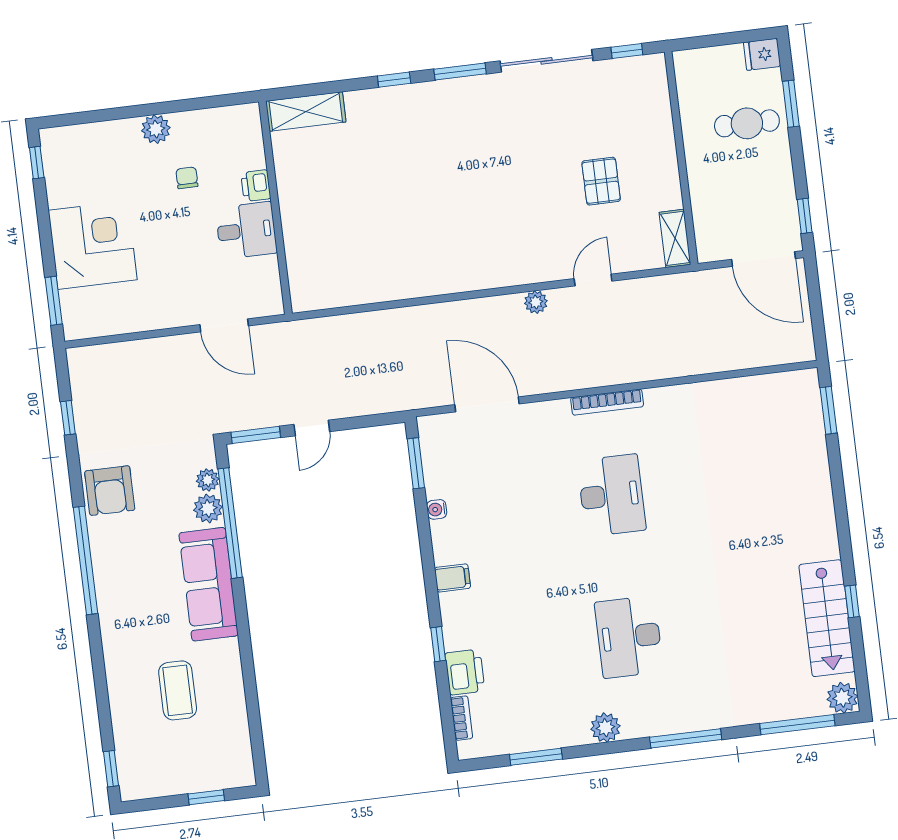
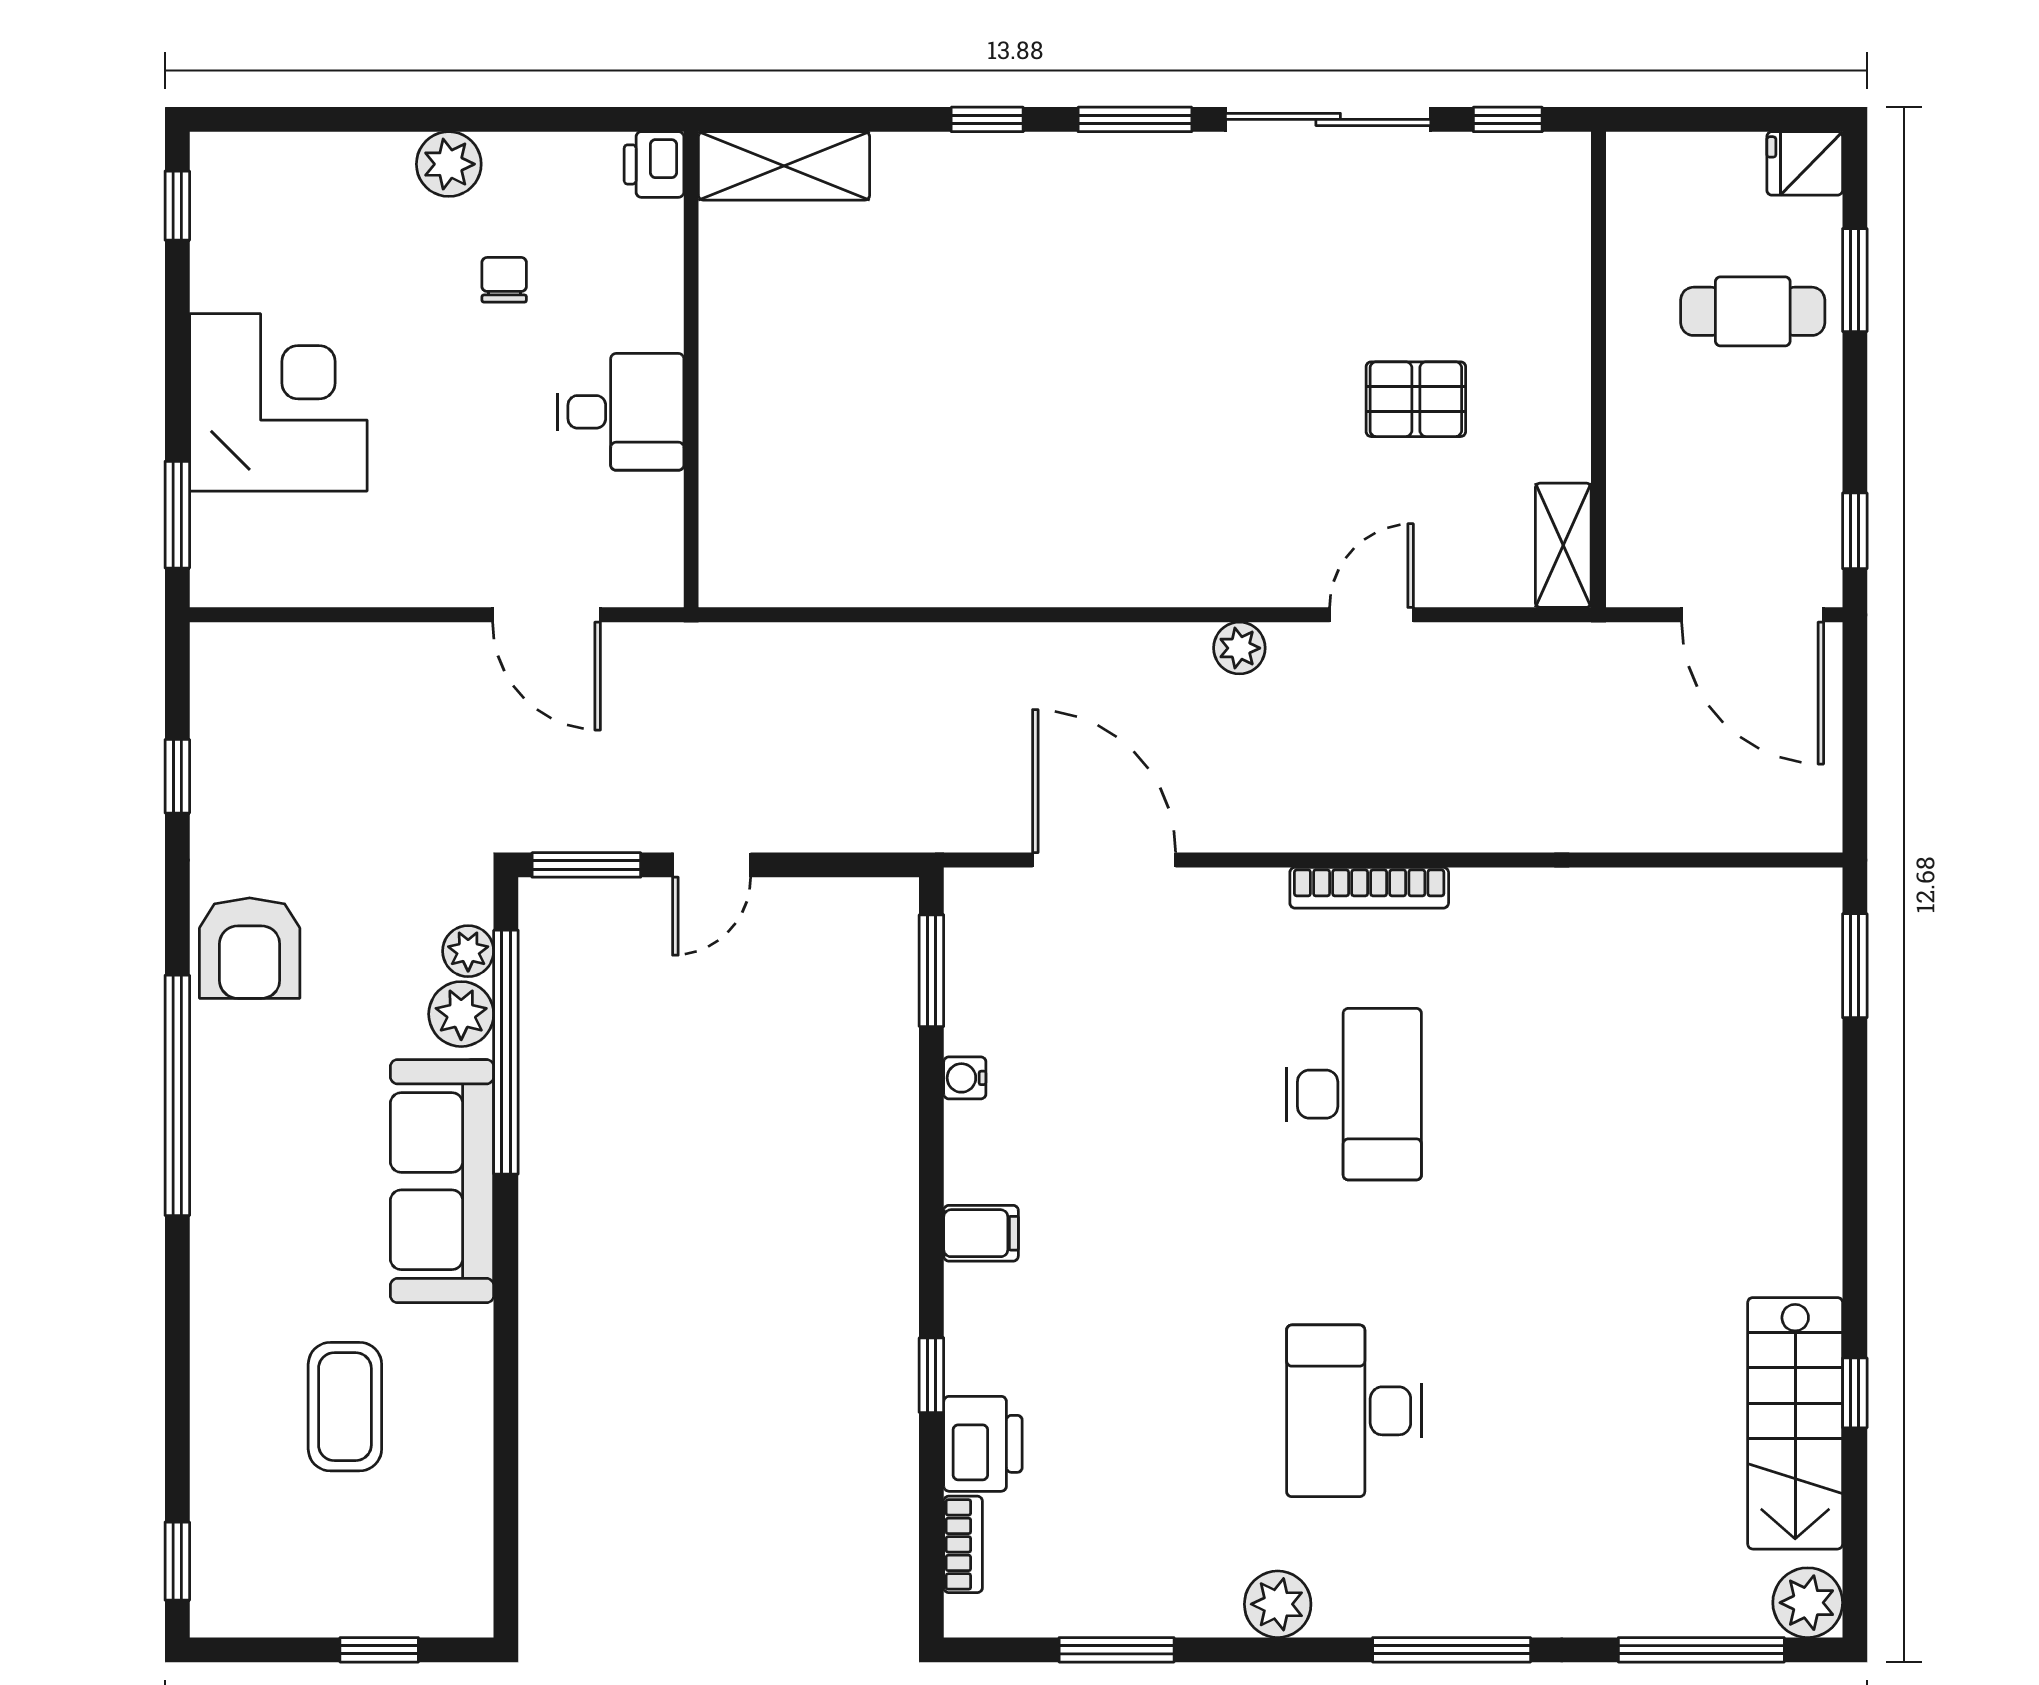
pallet: (601, 181) -> (1416, 399), turned 90
printer: (256, 186) -> (654, 164), moved

